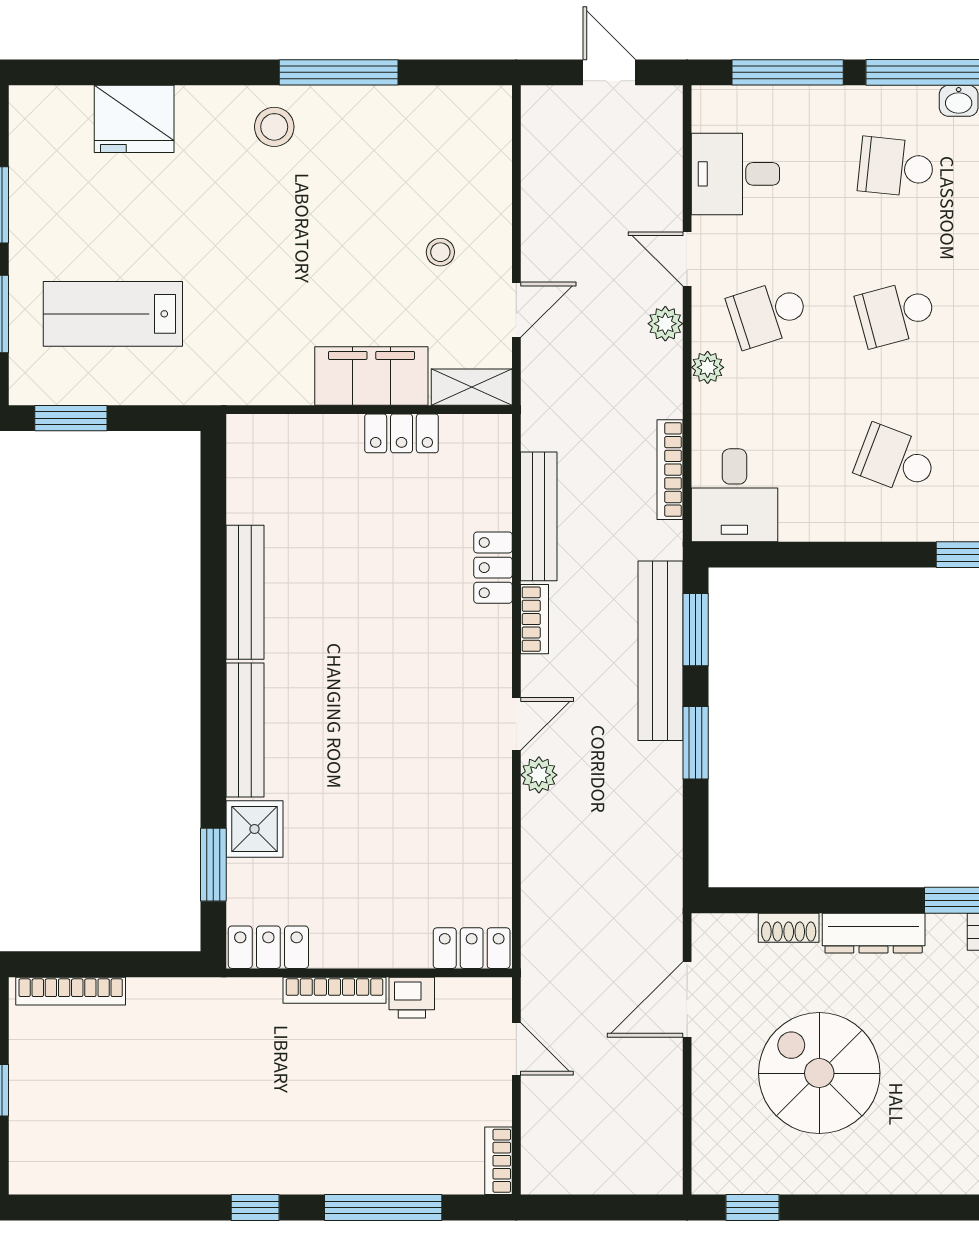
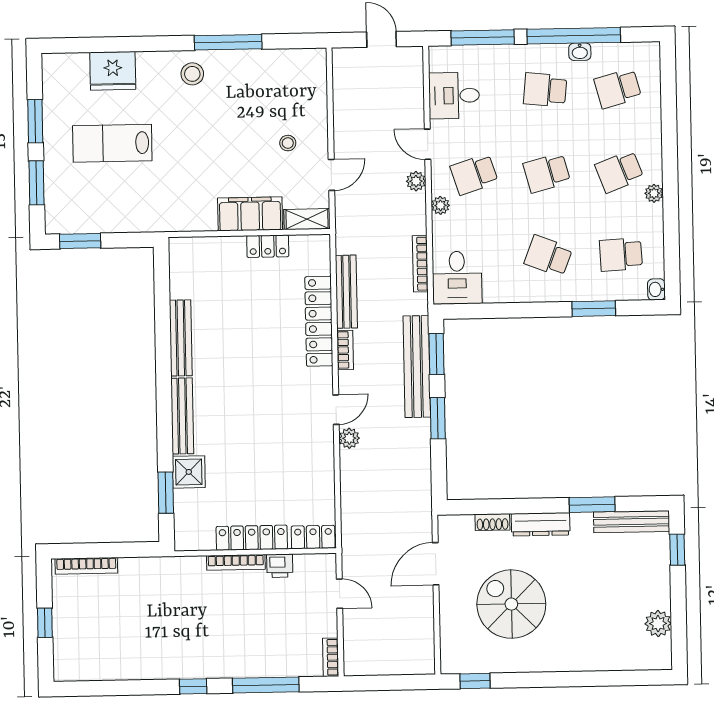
lab bench: (113, 314) -> (112, 143), moved
locker: (493, 568) -> (319, 321), width x2.16, depth x1.21
locker: (268, 947) -> (252, 538), moved, width x1.53

